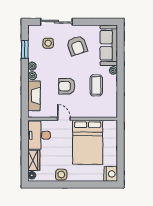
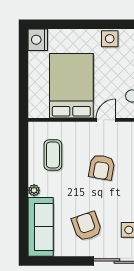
coffee table: (96, 85) -> (53, 155), moved
armchair: (67, 86) -> (102, 167), turned 100
door: (64, 119) -> (106, 120), swing flipped

